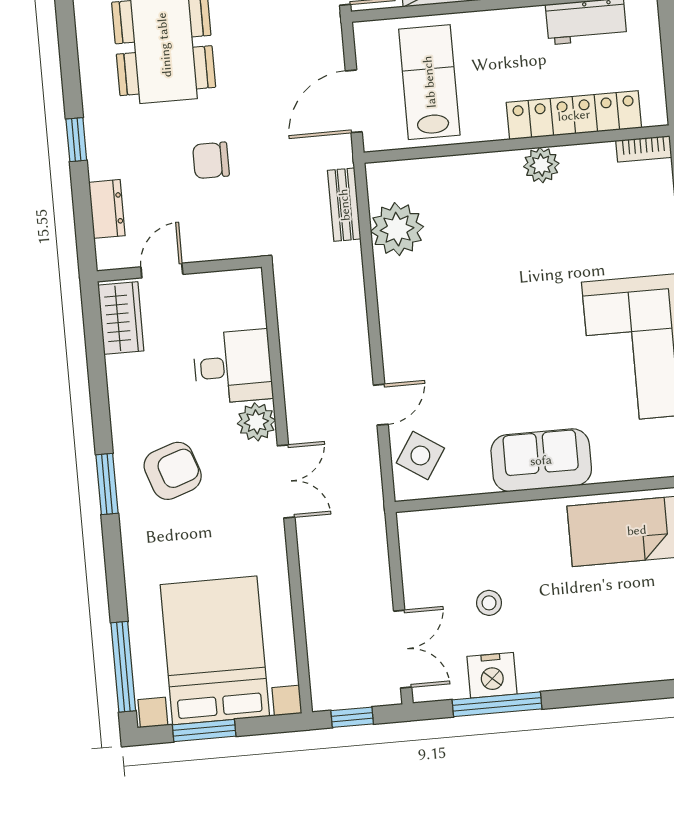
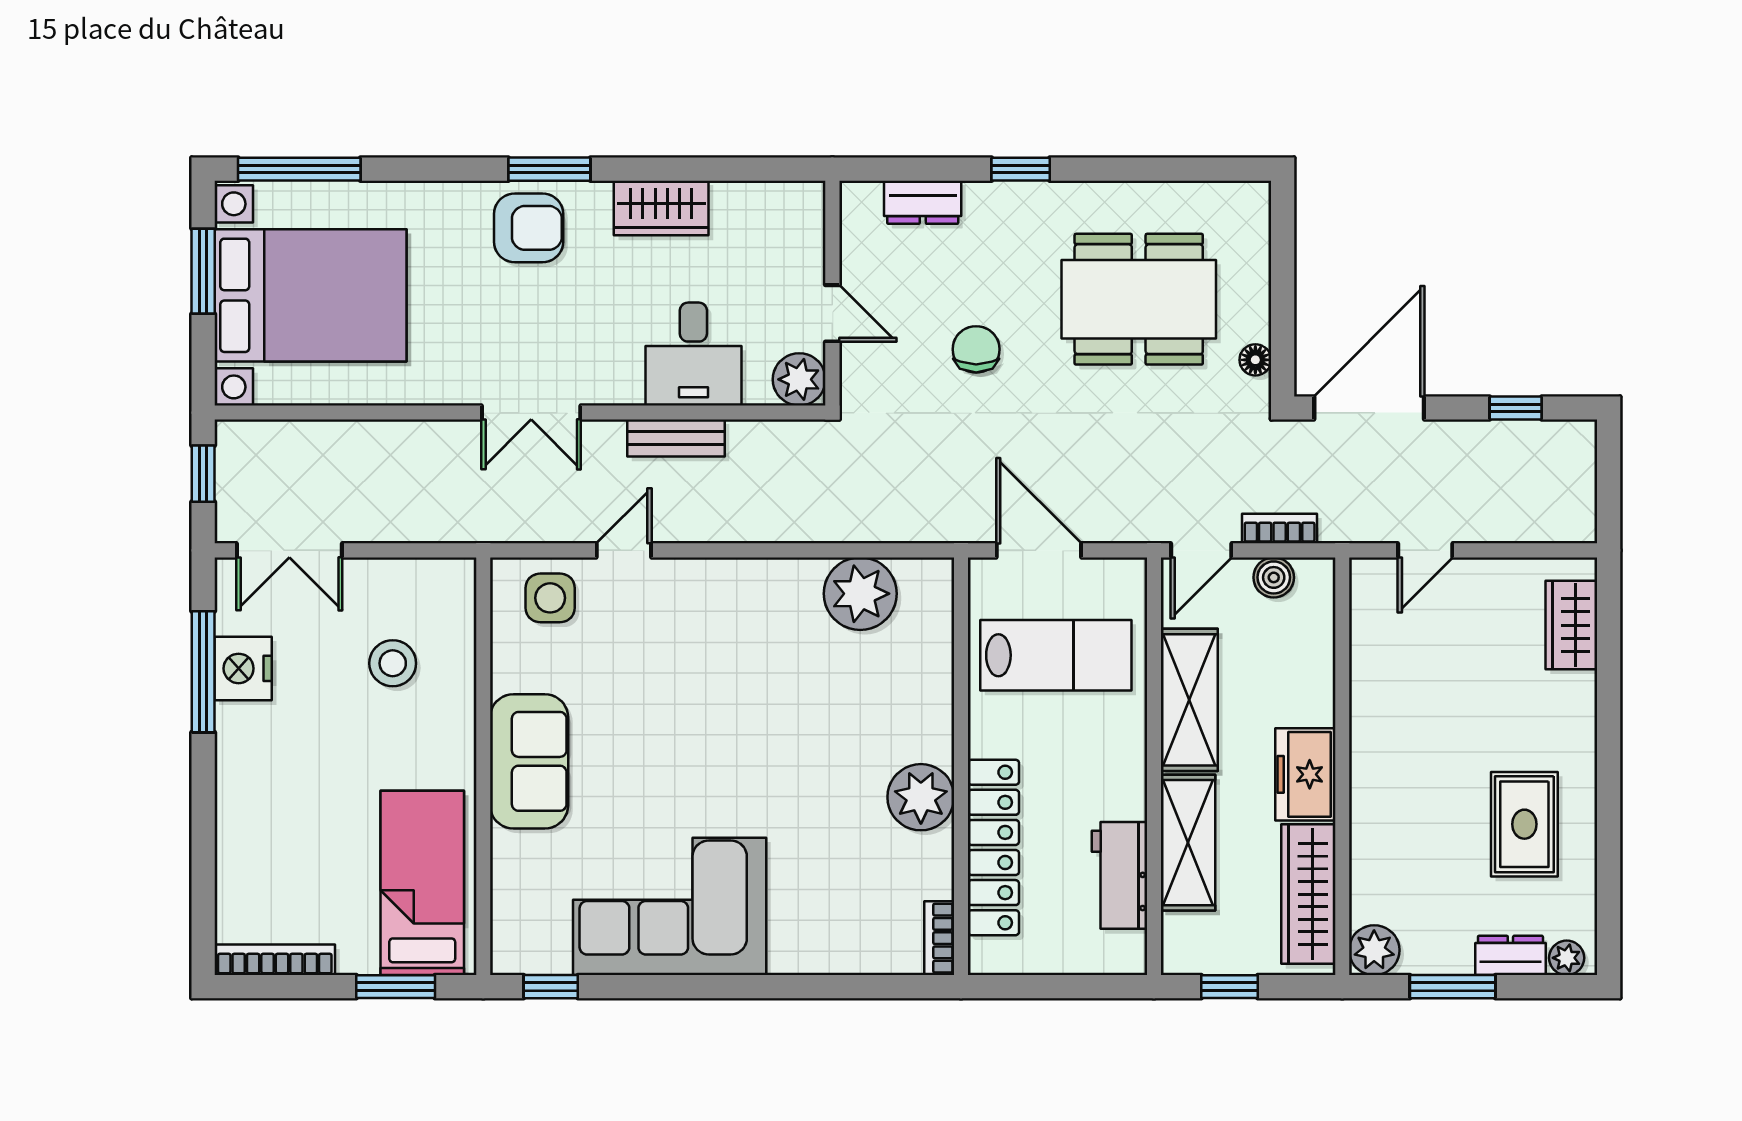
plant: (541, 165) -> (921, 797), width x1.36, depth x1.36
bench: (344, 205) -> (676, 438), moved
door: (162, 271) -> (832, 313), moved
wardrobe: (121, 318) -> (661, 208), moved
door: (381, 405) -> (624, 550), swing flipped
plant: (256, 422) -> (799, 379), moved
side table: (420, 455) -> (550, 598), turned -33
armchair: (173, 471) -> (529, 228), moved, turned -71
stool: (489, 603) -> (393, 663), moved, width x1.37, depth x1.37

